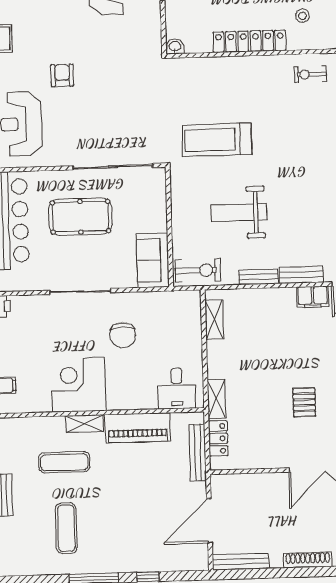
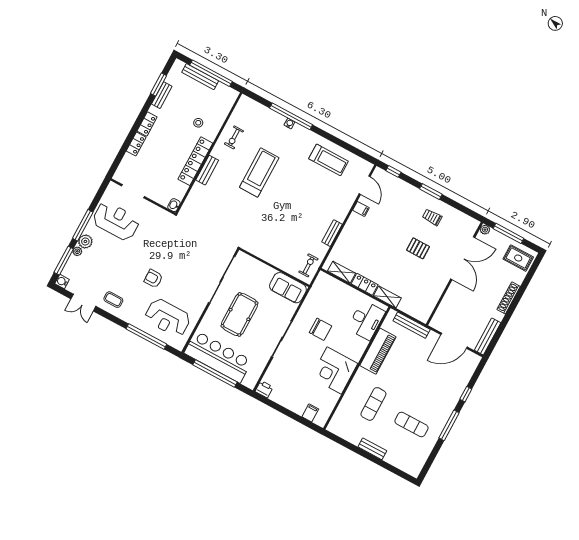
treadmill: (217, 140) -> (259, 172), moved, turned 180
weight bench: (239, 213) -> (289, 223), removed
exercise bike: (198, 270) -> (308, 265), width x0.73, depth x0.72
bench: (301, 275) -> (207, 170), moved
filing cabinet: (313, 297) -> (361, 209), width x0.50
desk: (177, 388) -> (366, 320), width x1.37
shelving: (84, 424) -> (358, 380), removed
locker: (218, 438) -> (365, 284), moved
door: (209, 521) -> (454, 341), hinge flipped

